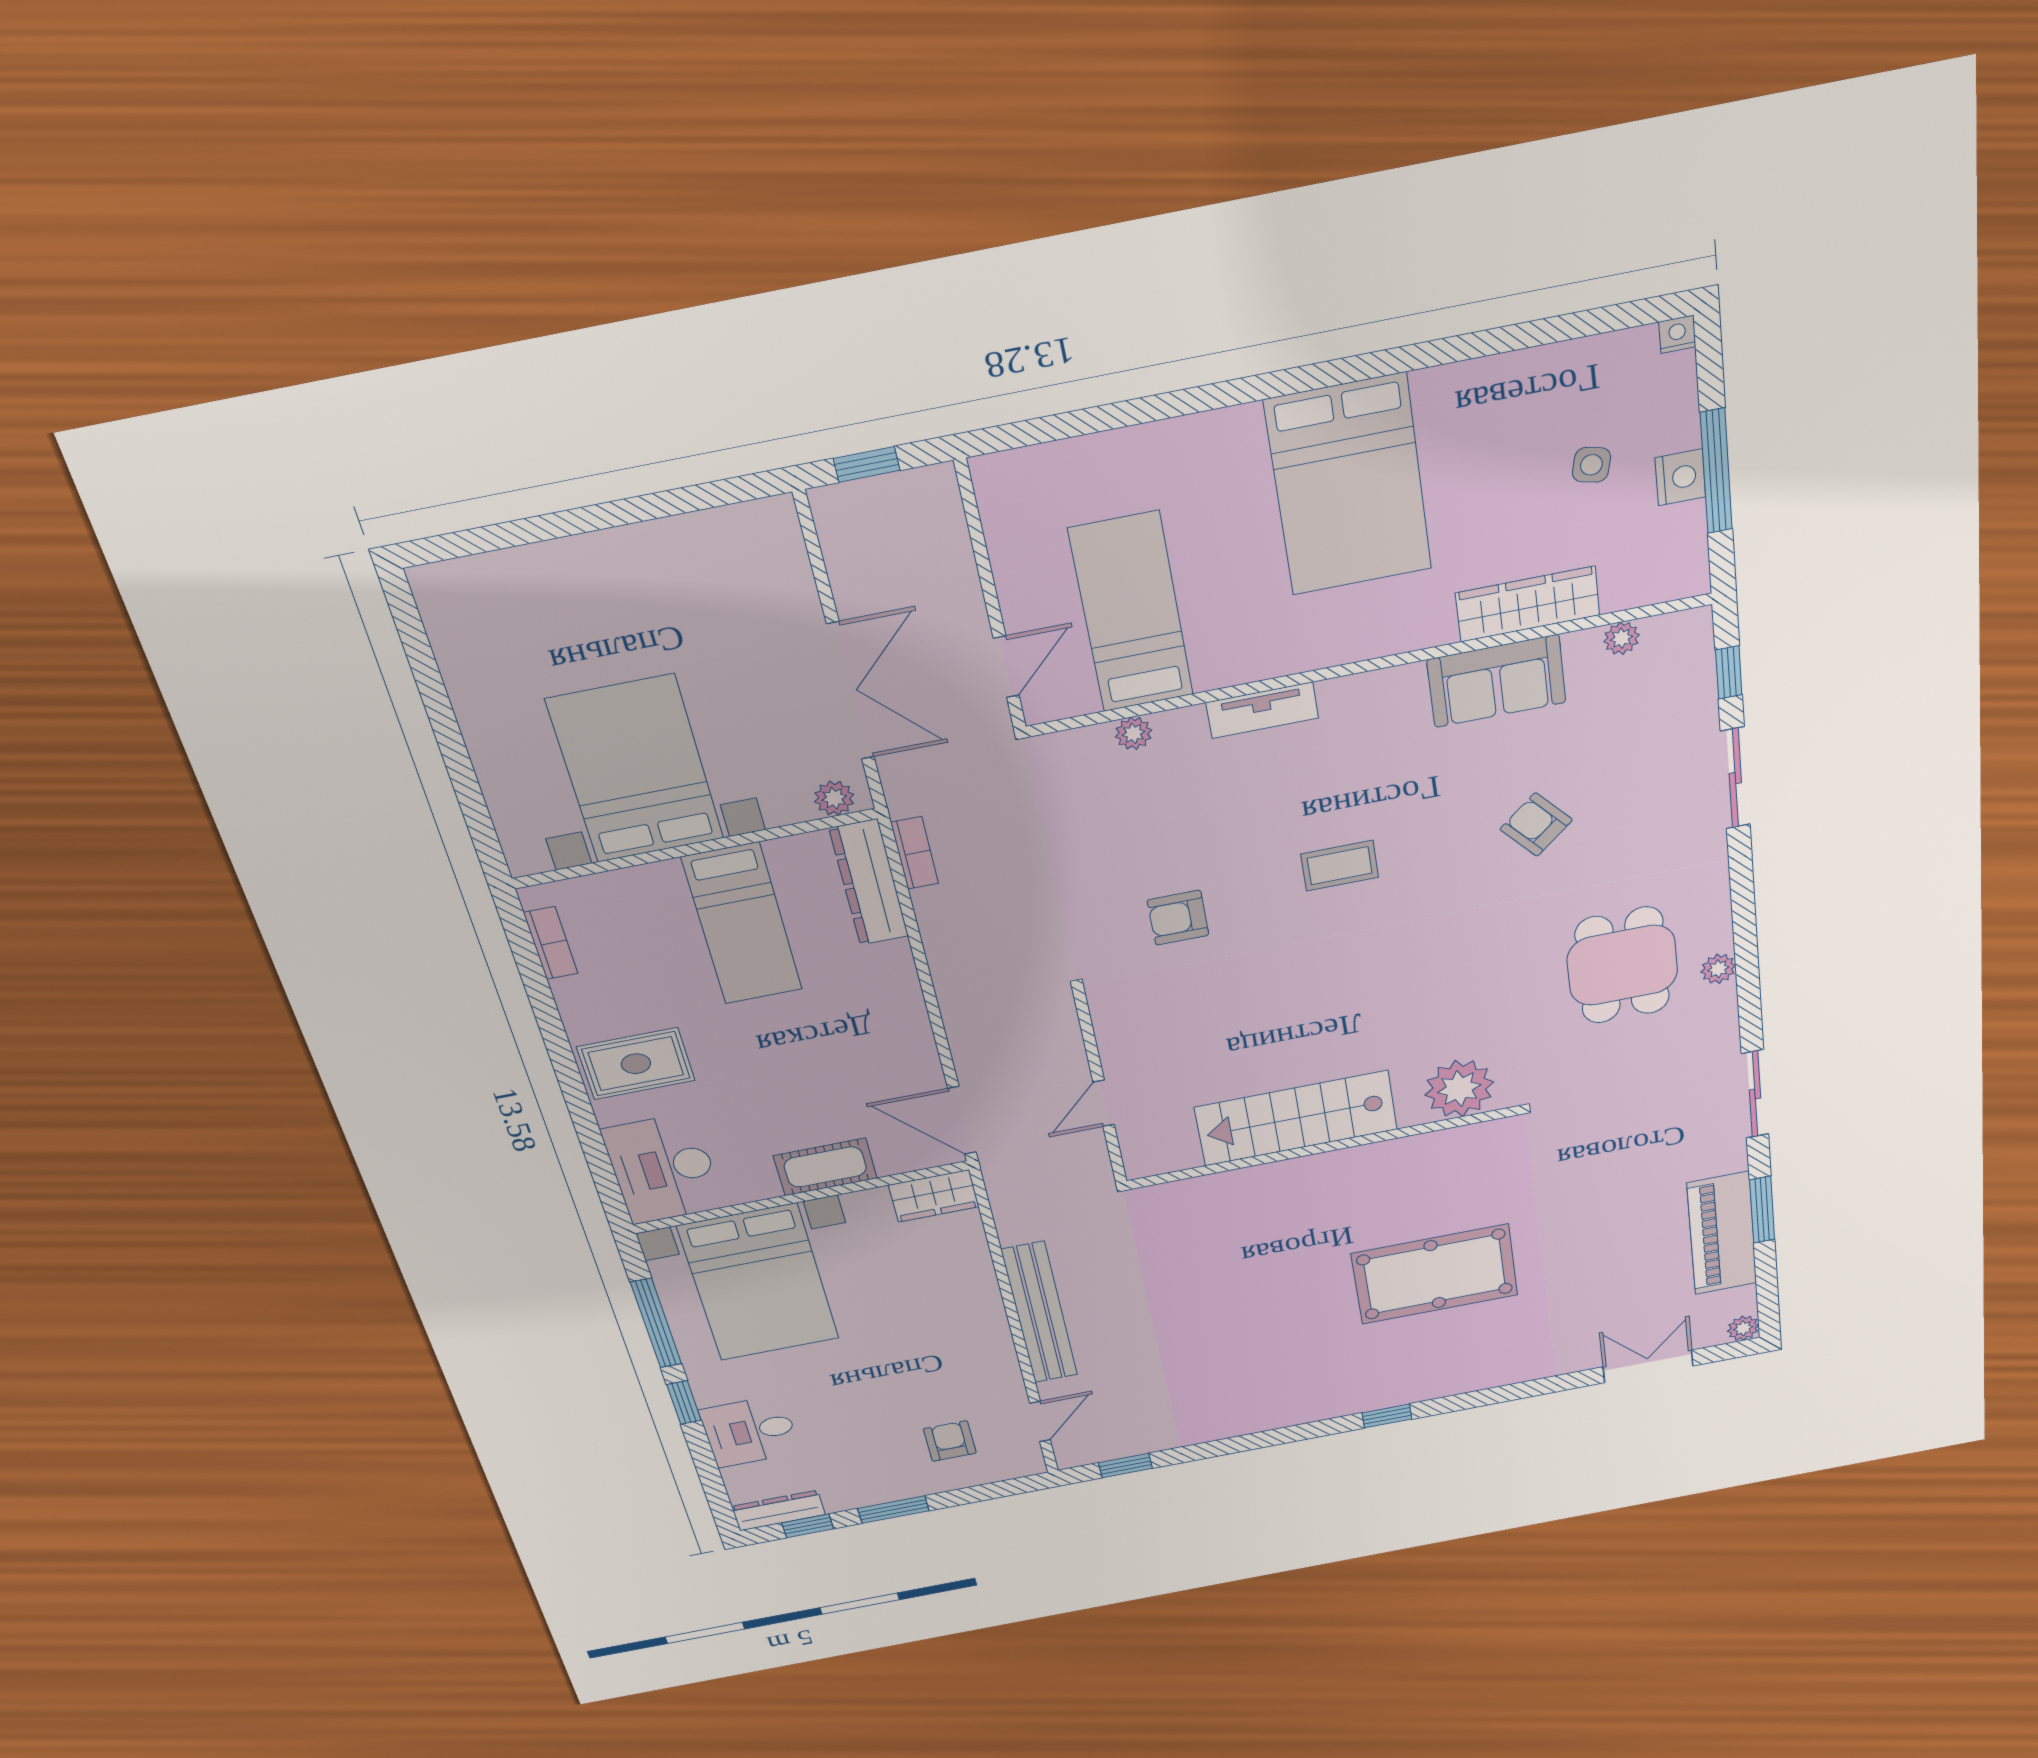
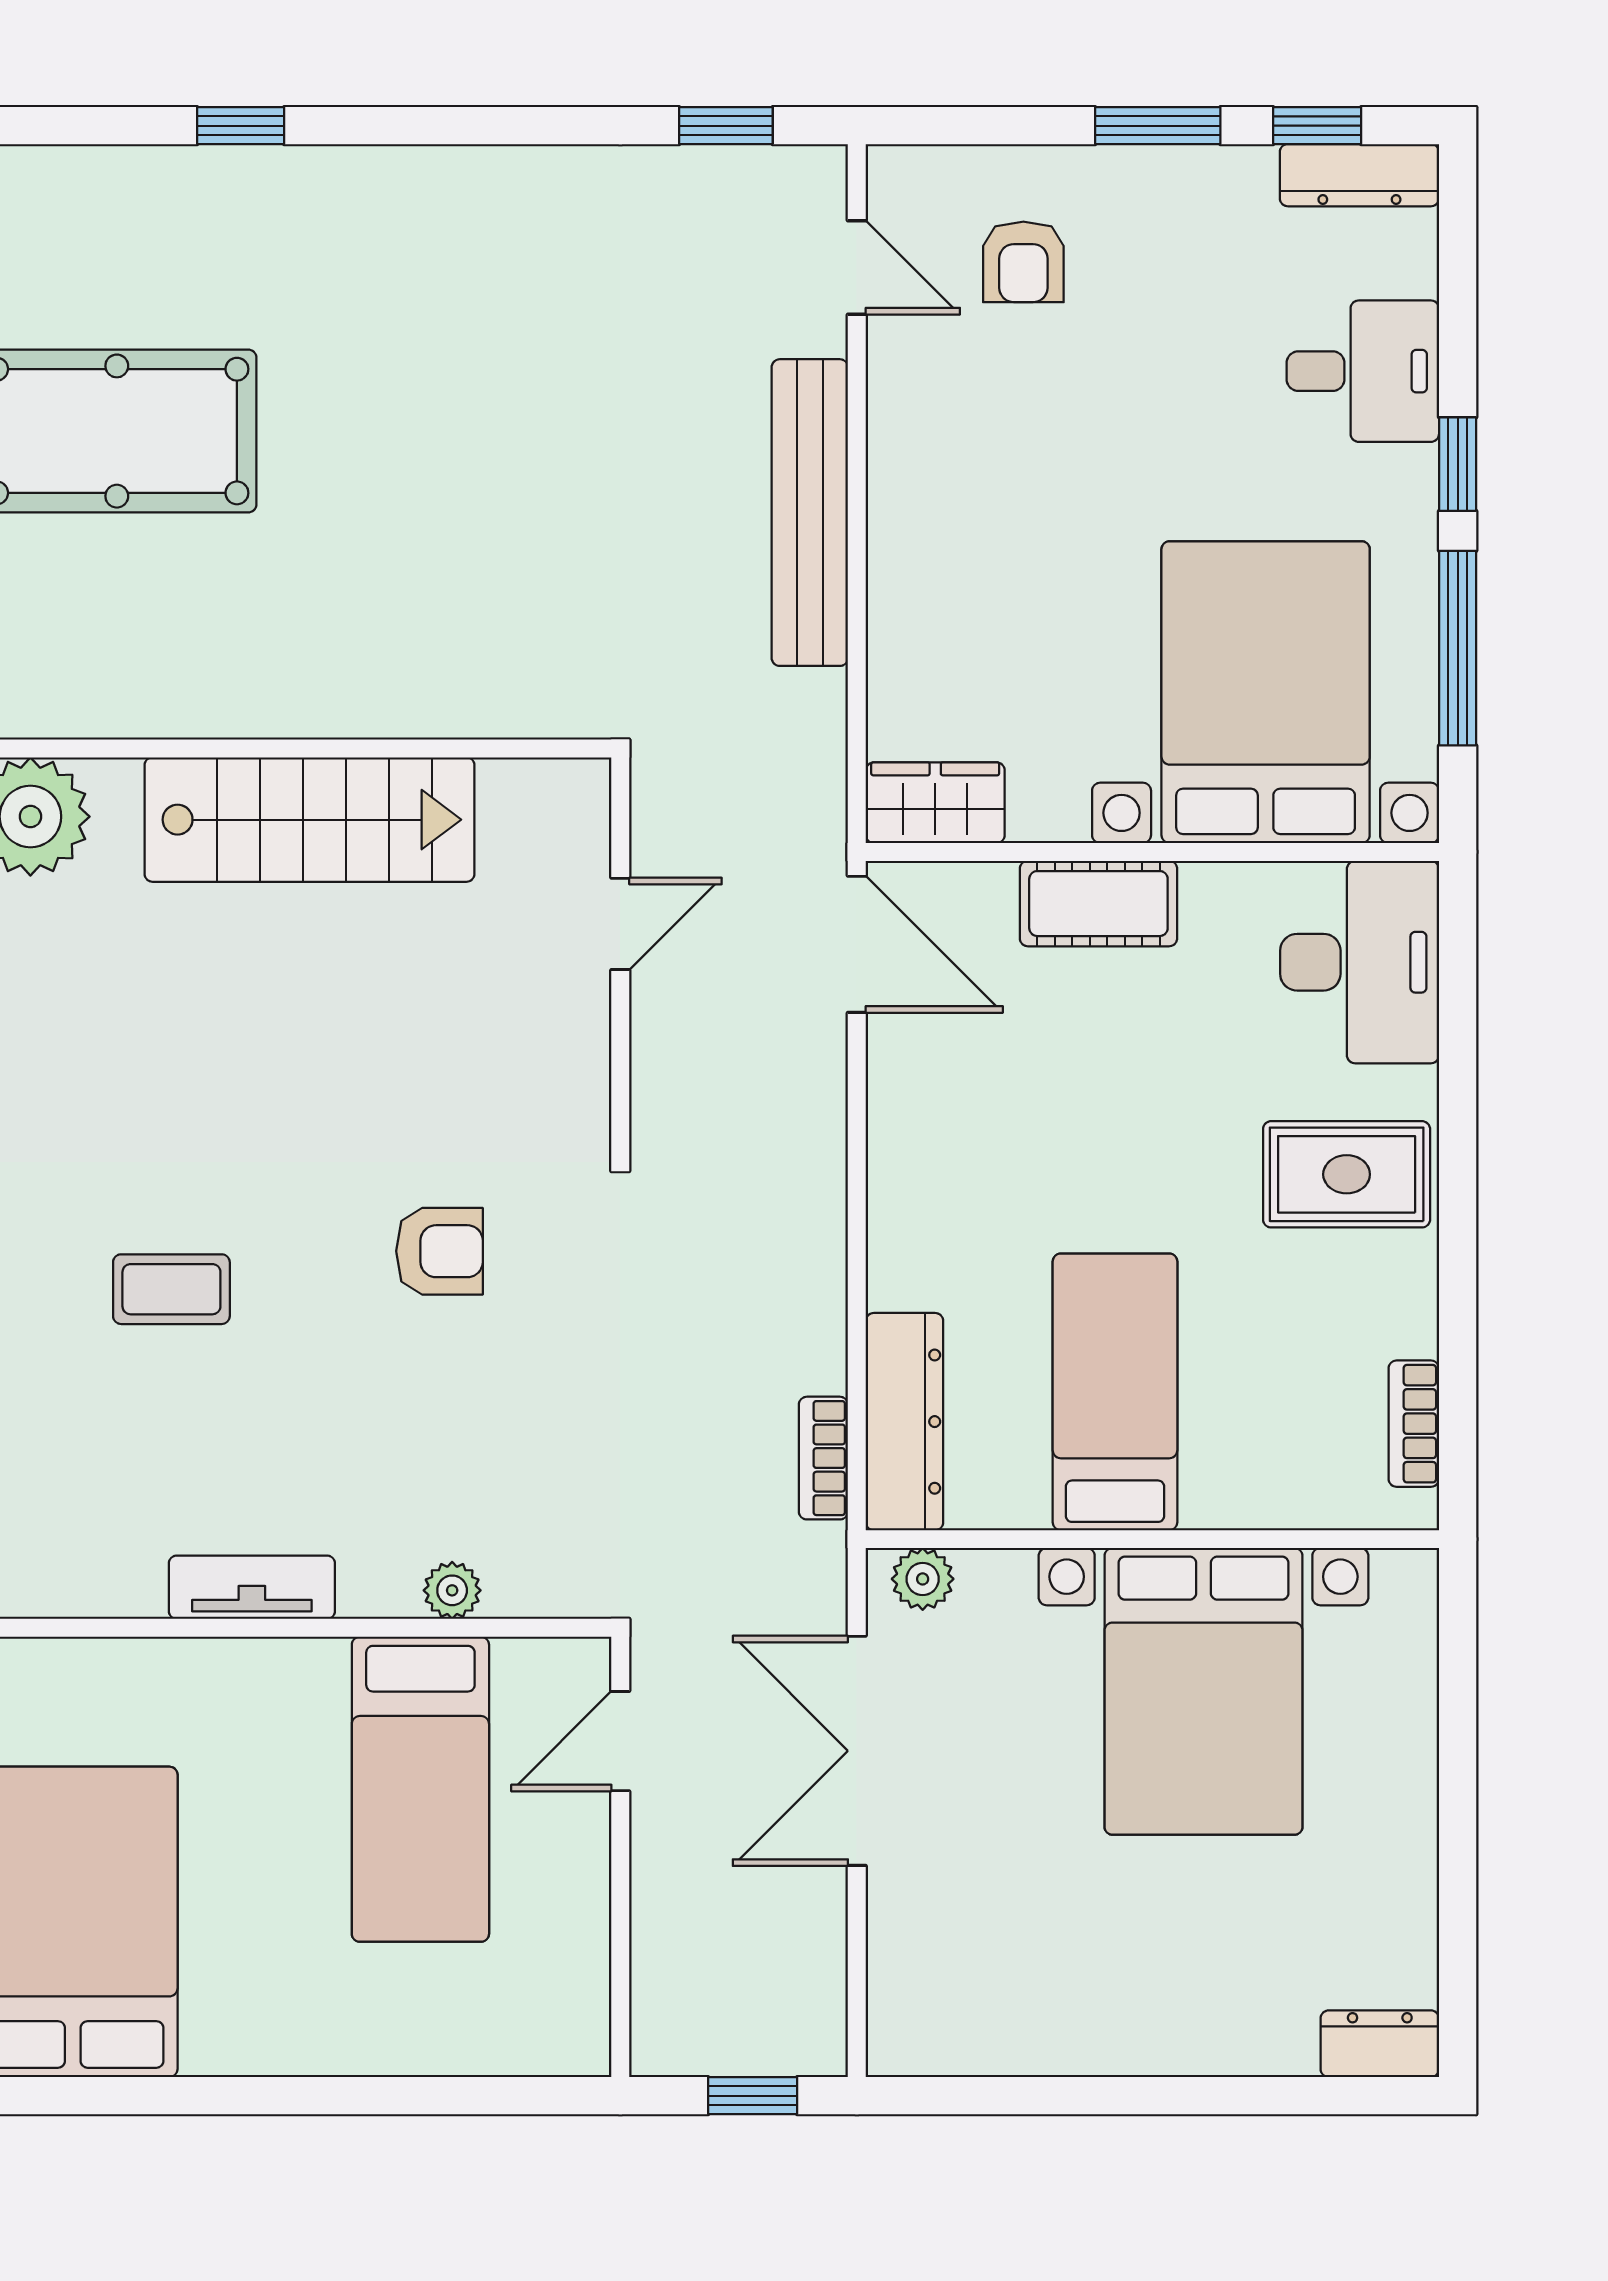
dresser: (450, 581) -> (1380, 2044), added
door: (1040, 1421) -> (857, 267), swing flipped

